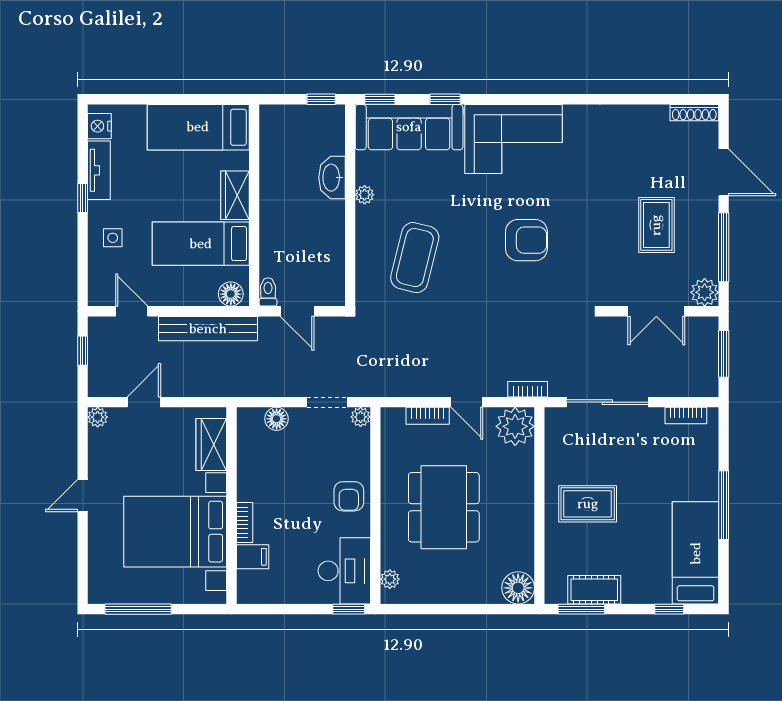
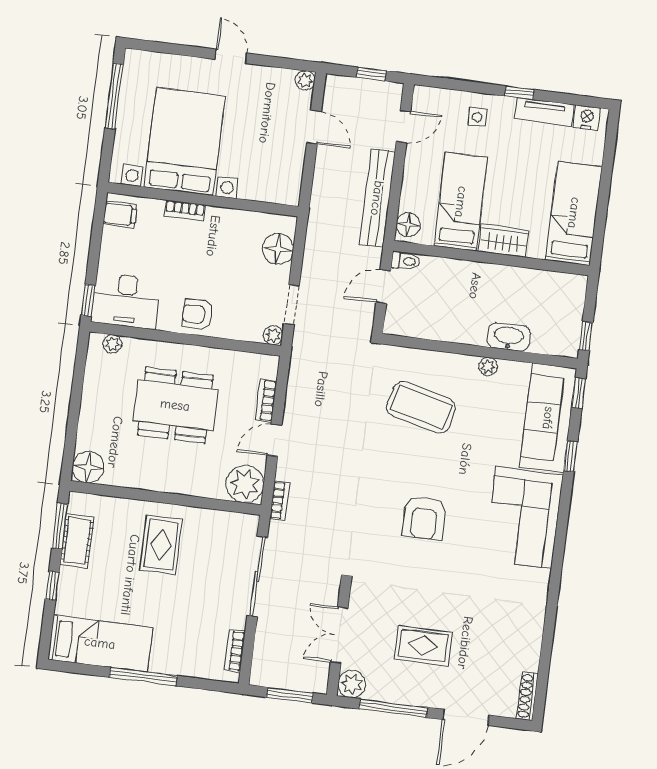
floor lamp: (277, 419) -> (278, 249), width x1.38, depth x1.38
wardrobe: (211, 444) -> (265, 187), removed
filing cabinet: (253, 557) -> (120, 214), moved, turned -90
window: (669, 609) -> (52, 586), moved

